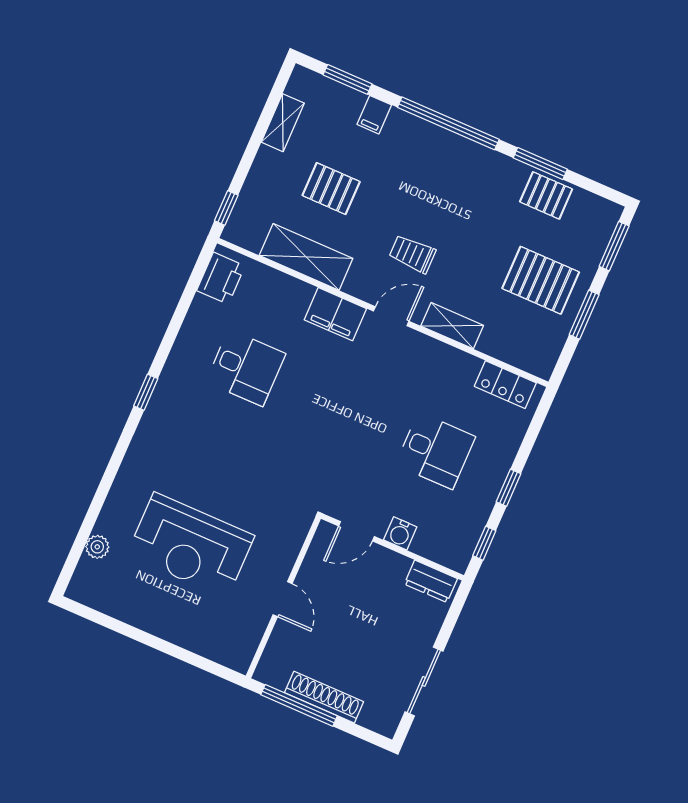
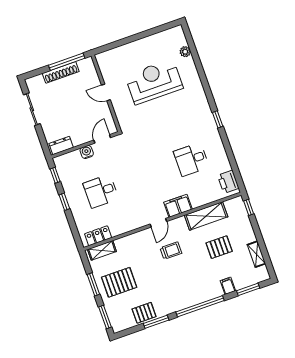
shelving: (452, 326) -> (102, 250), moved

